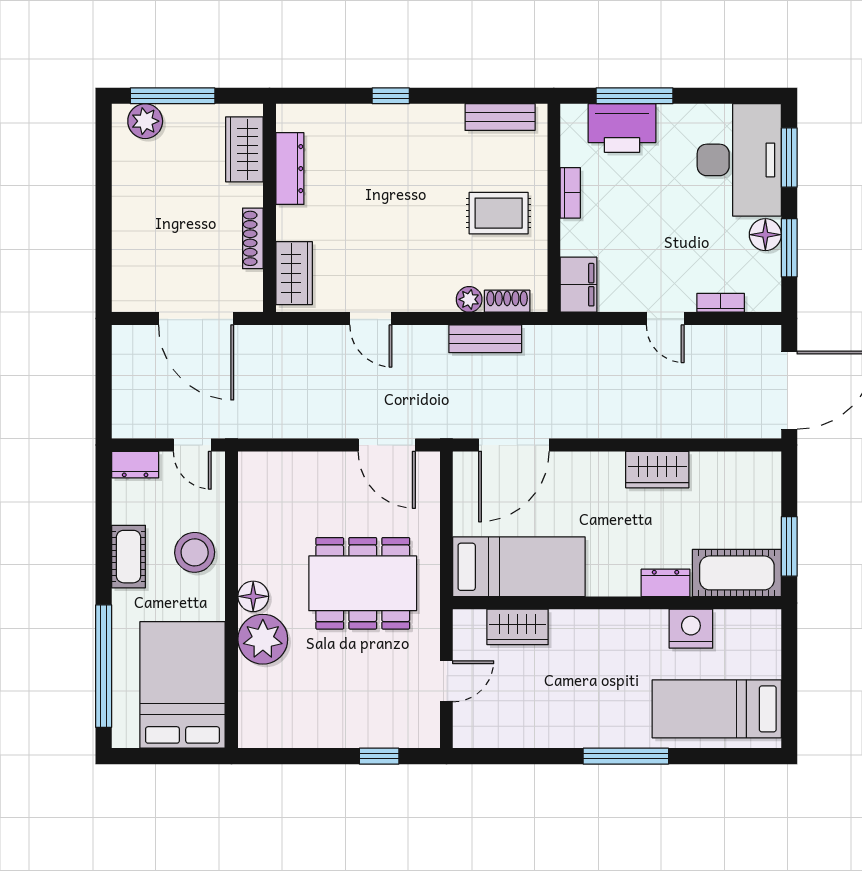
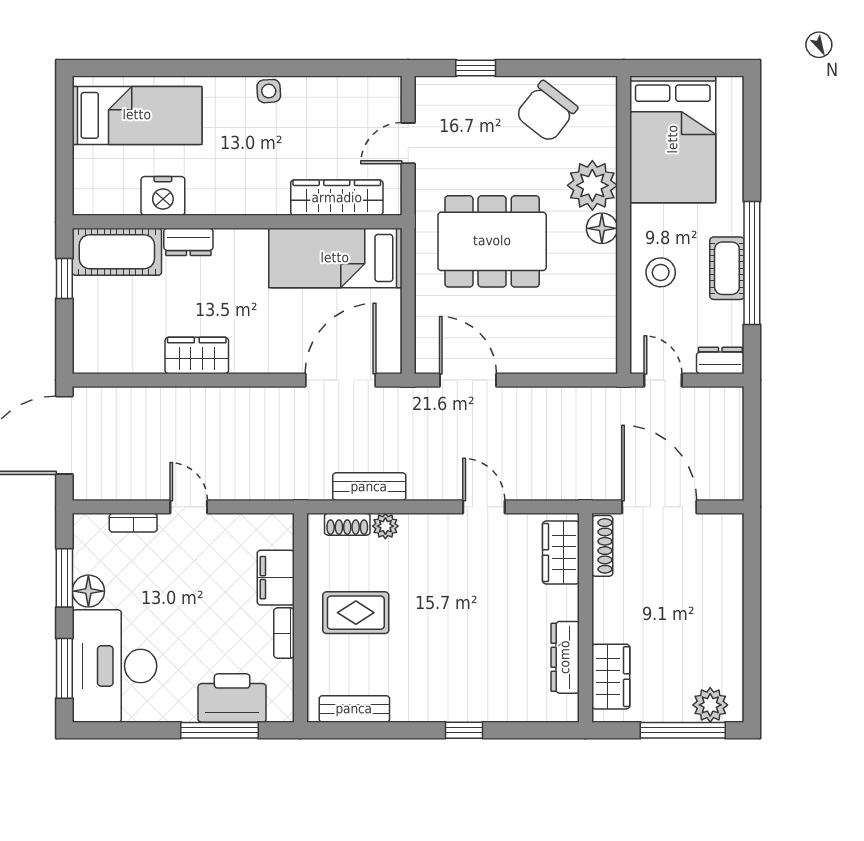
shoe rack: (253, 238) -> (602, 546), moved
filing cabinet: (578, 285) -> (276, 578), moved
window: (789, 546) -> (64, 278), width x0.67
stool: (195, 552) -> (661, 272), width x0.73, depth x0.73
wardrobe: (518, 627) -> (337, 198), width x1.50
window: (104, 666) -> (752, 263), moved
chair: (308, 713) -> (547, 111), added
side table: (585, 733) -> (269, 91), added
window: (626, 756) -> (228, 68), removed

